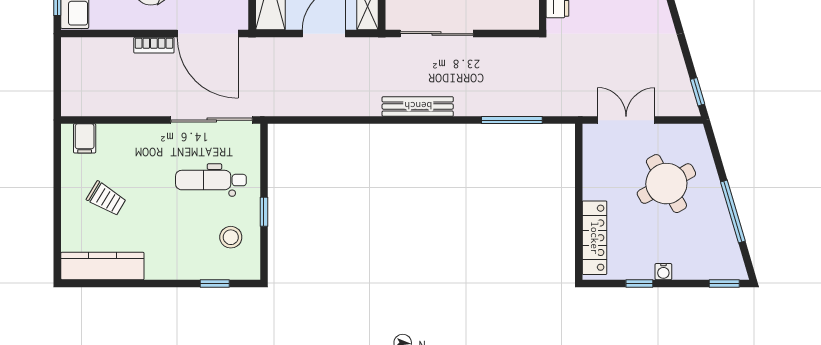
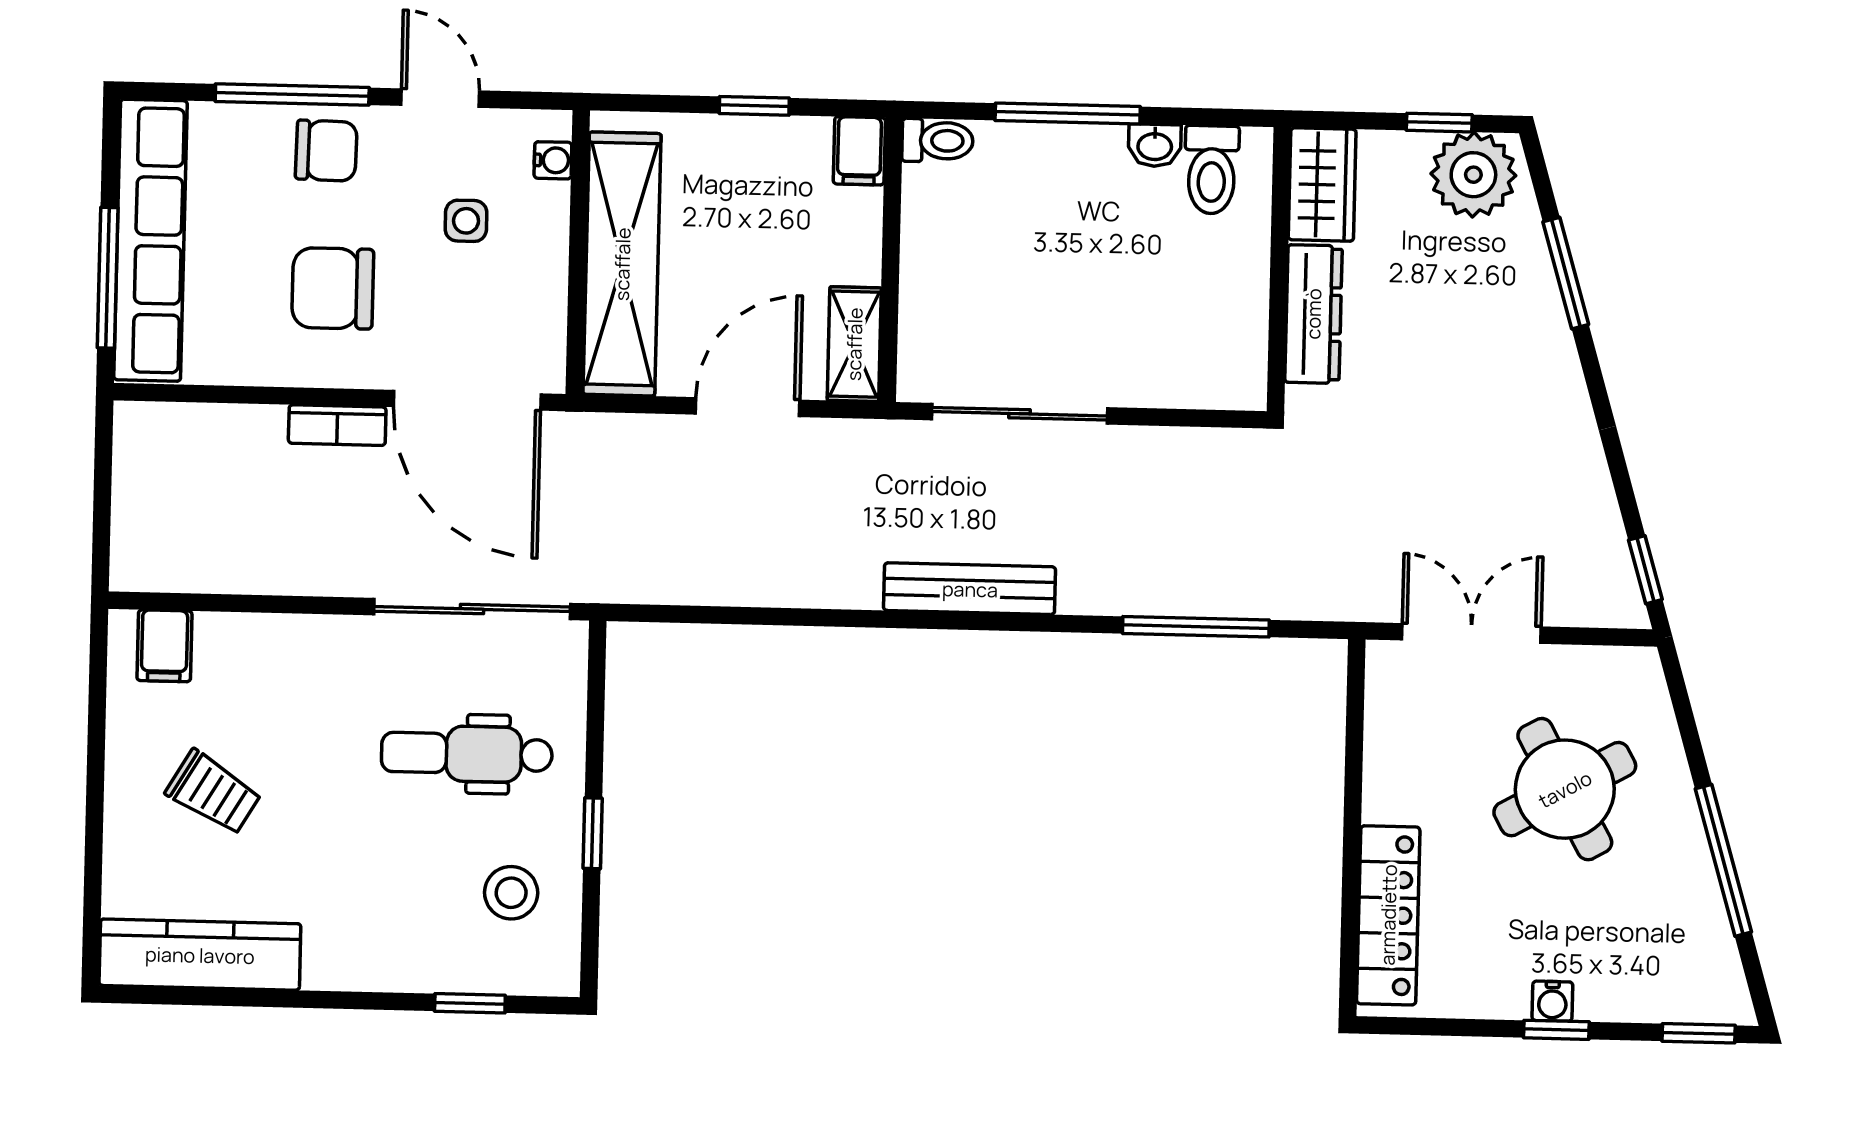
window: (639, 283) -> (1556, 1030), moved

